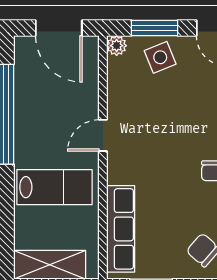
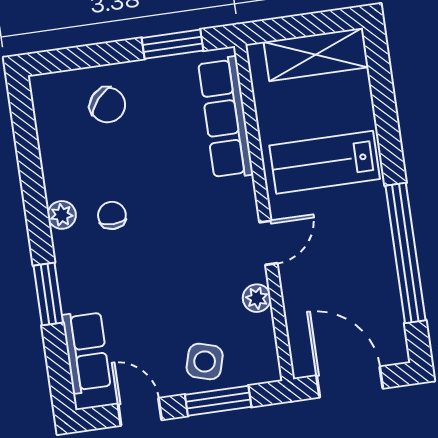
plant: (117, 46) -> (257, 298), moved
side table: (160, 57) -> (205, 361), turned 38

